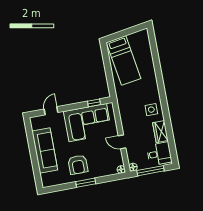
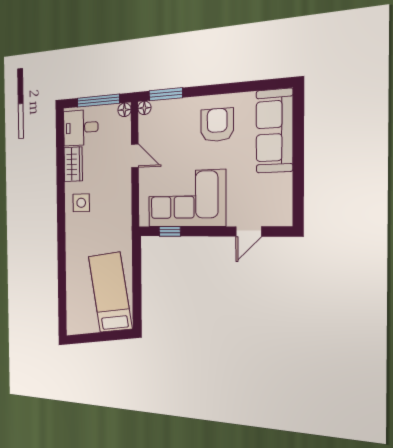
sofa: (45, 150) -> (274, 131), moved
window: (86, 183) -> (166, 94), moved

